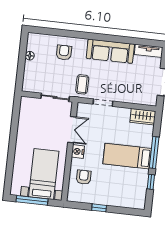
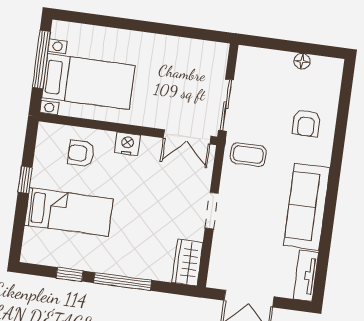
armchair: (64, 52) -> (306, 123), turned 90
doorway: (103, 103) -> (212, 211), moved
double door: (72, 130) -> (187, 137), moved
bed: (127, 156) -> (69, 212), moved, turned 90
armchair: (84, 177) -> (81, 153), turned 180

